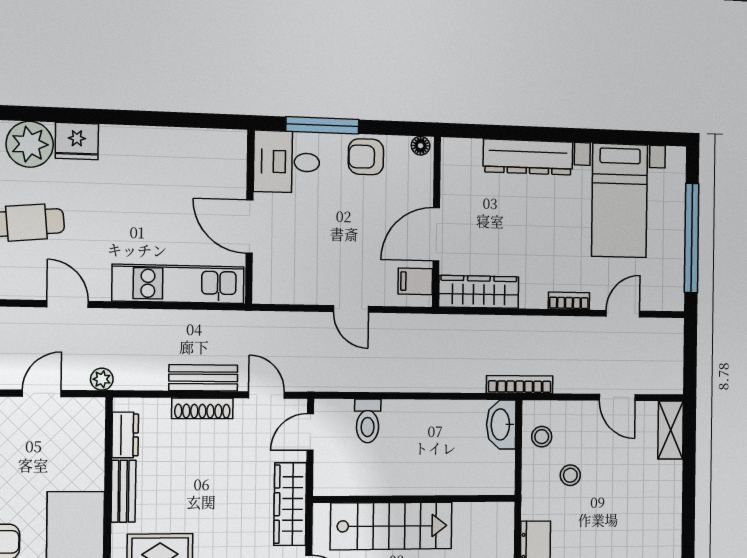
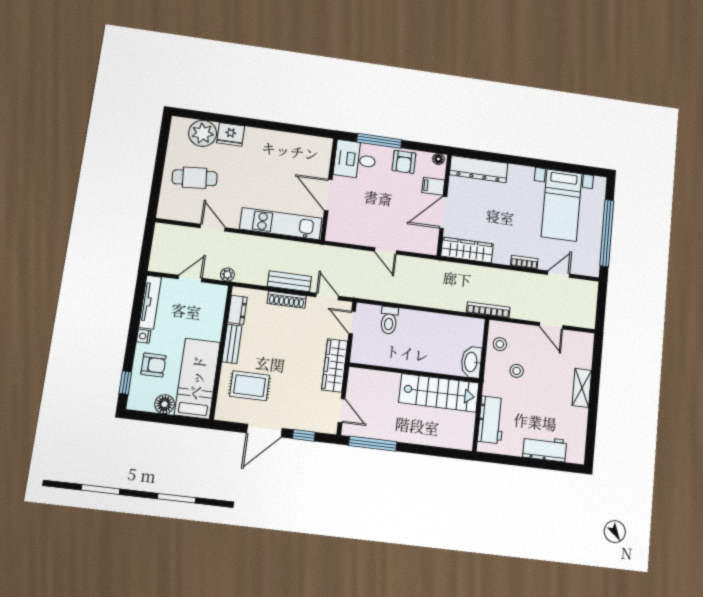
armchair: (366, 157) -> (404, 162), turned -90
dresser: (528, 157) -> (479, 169), moved
filing cabinet: (415, 281) -> (433, 186), moved
washbasin: (501, 424) -> (471, 362), moved
shelving: (671, 430) -> (582, 388), moved
door: (310, 432) -> (352, 323), hinge flipped
stairs: (391, 526) -> (439, 393), moved

